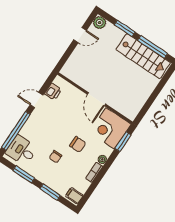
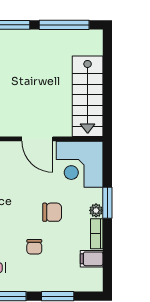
stairs: (143, 56) -> (88, 96), moved, turned 90
window: (123, 142) -> (107, 203), moved
filing cabinet: (74, 196) -> (92, 259), moved

